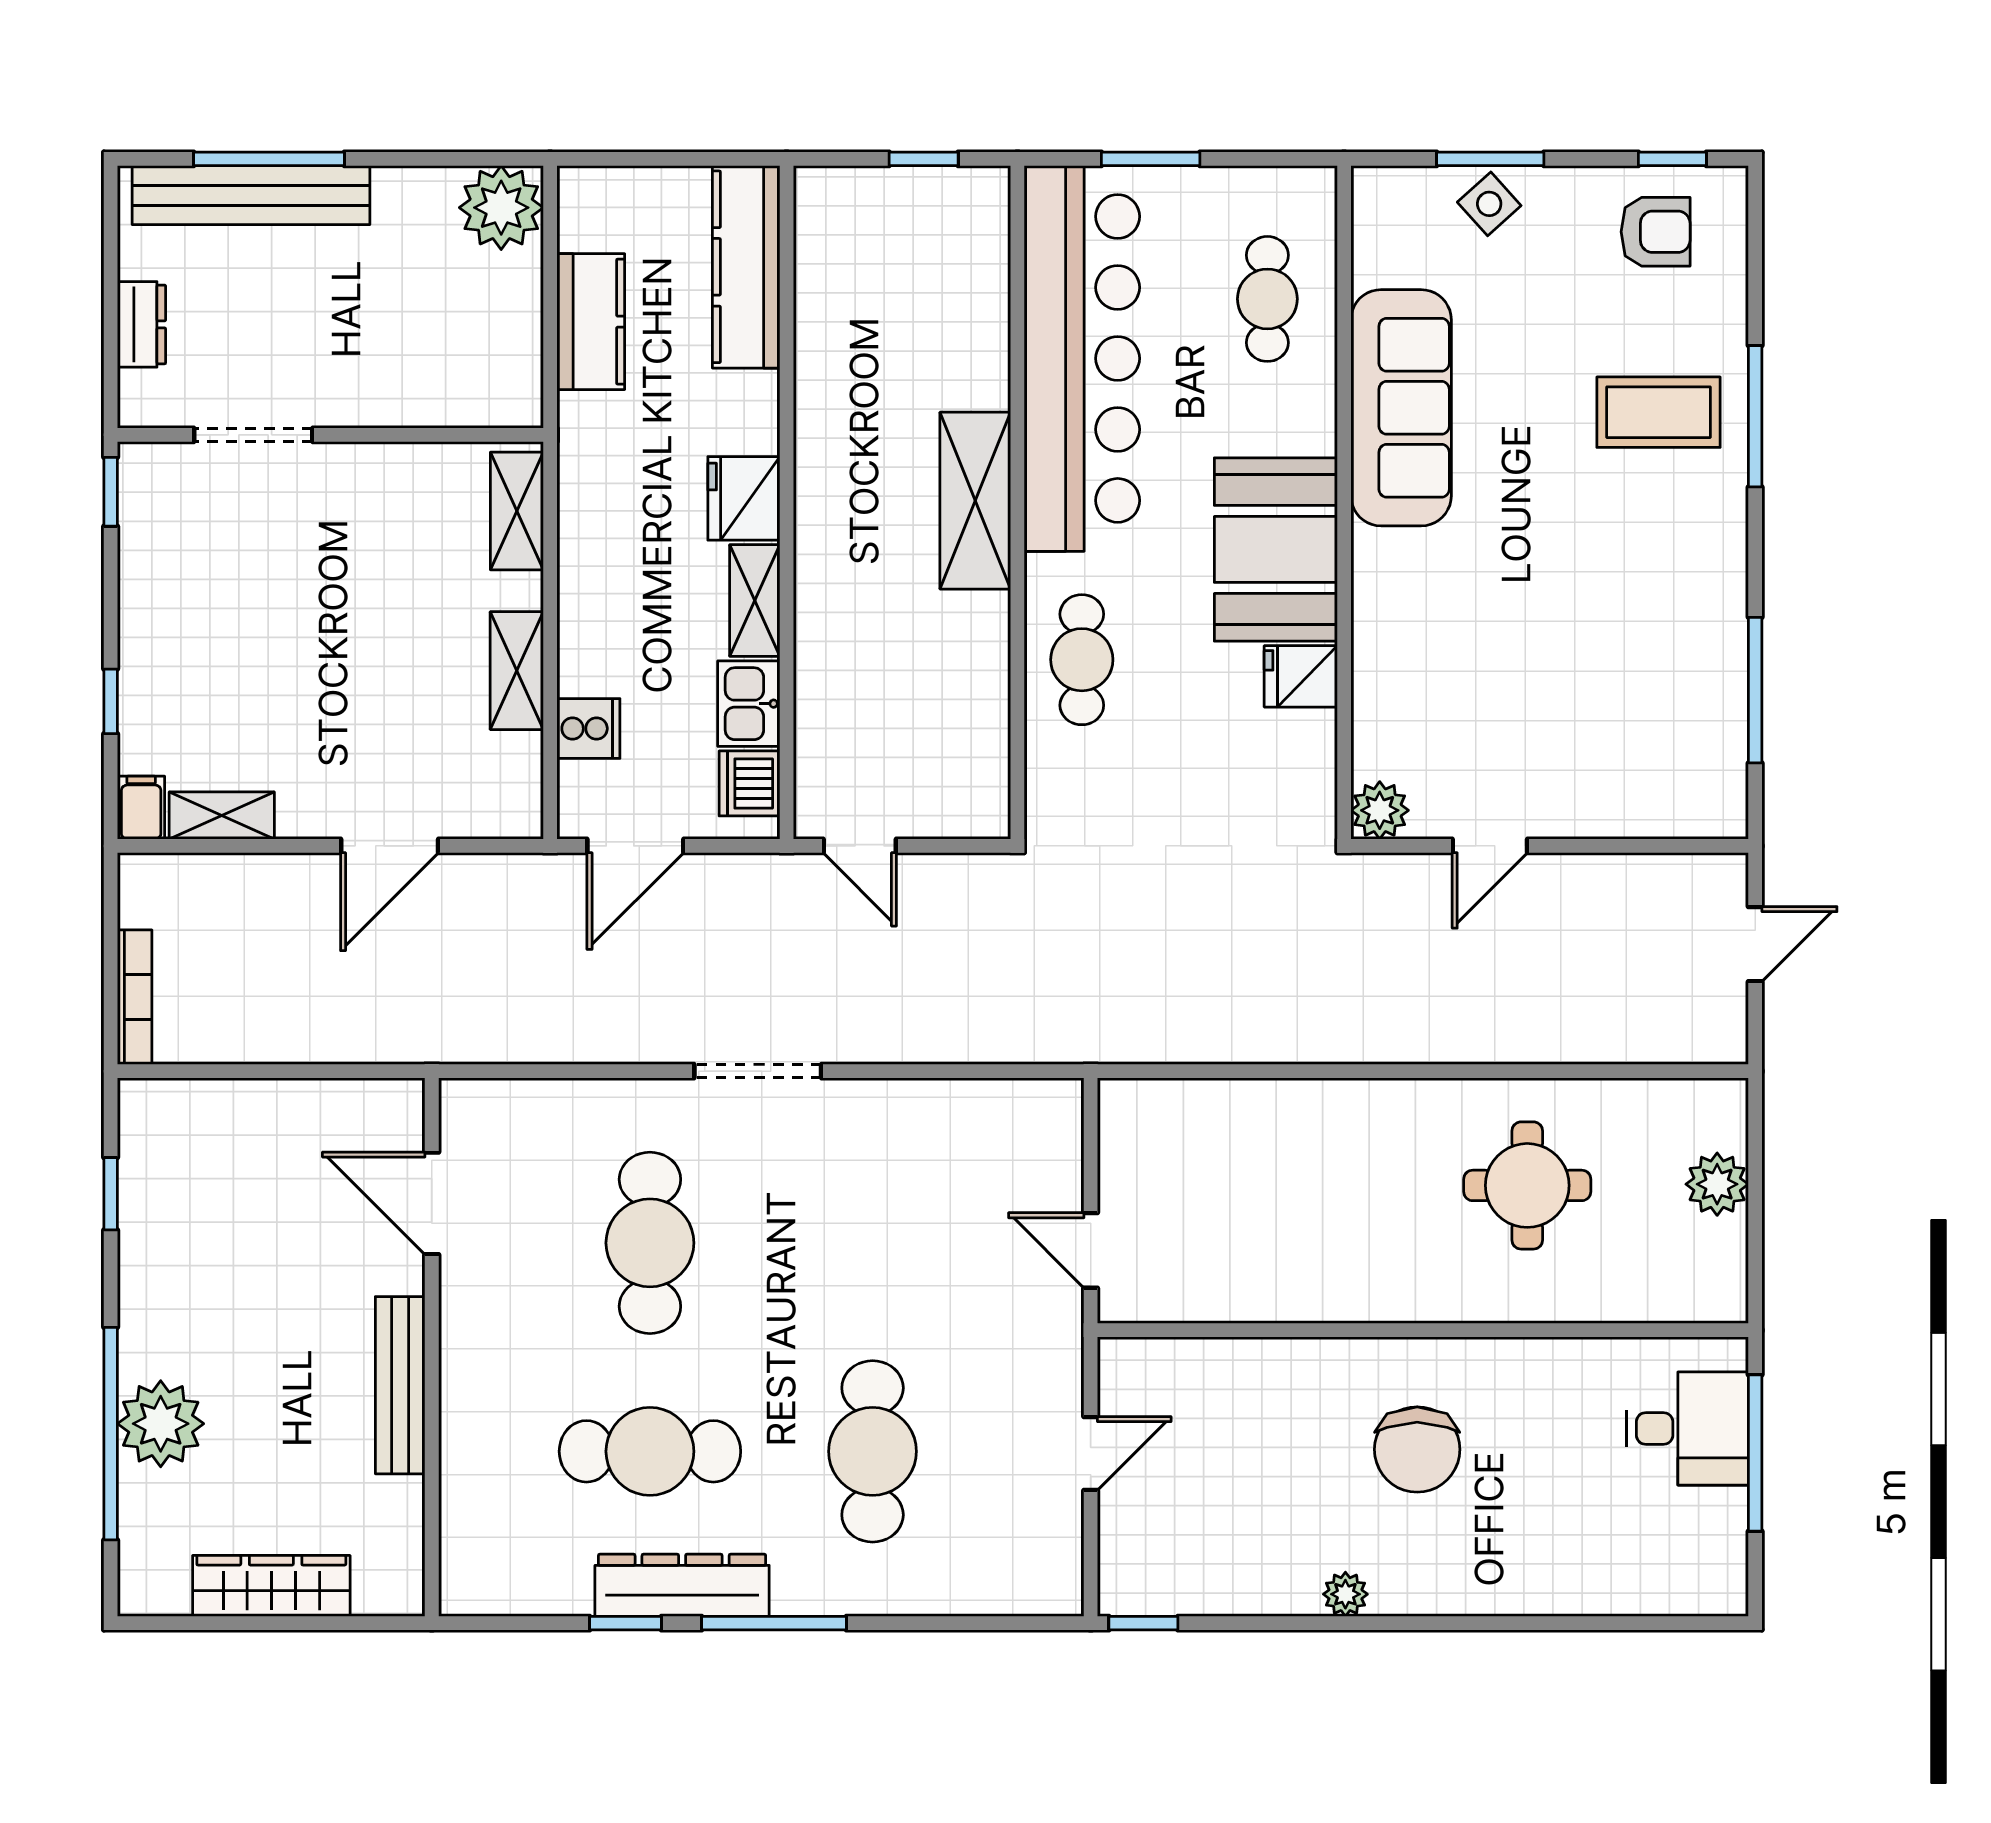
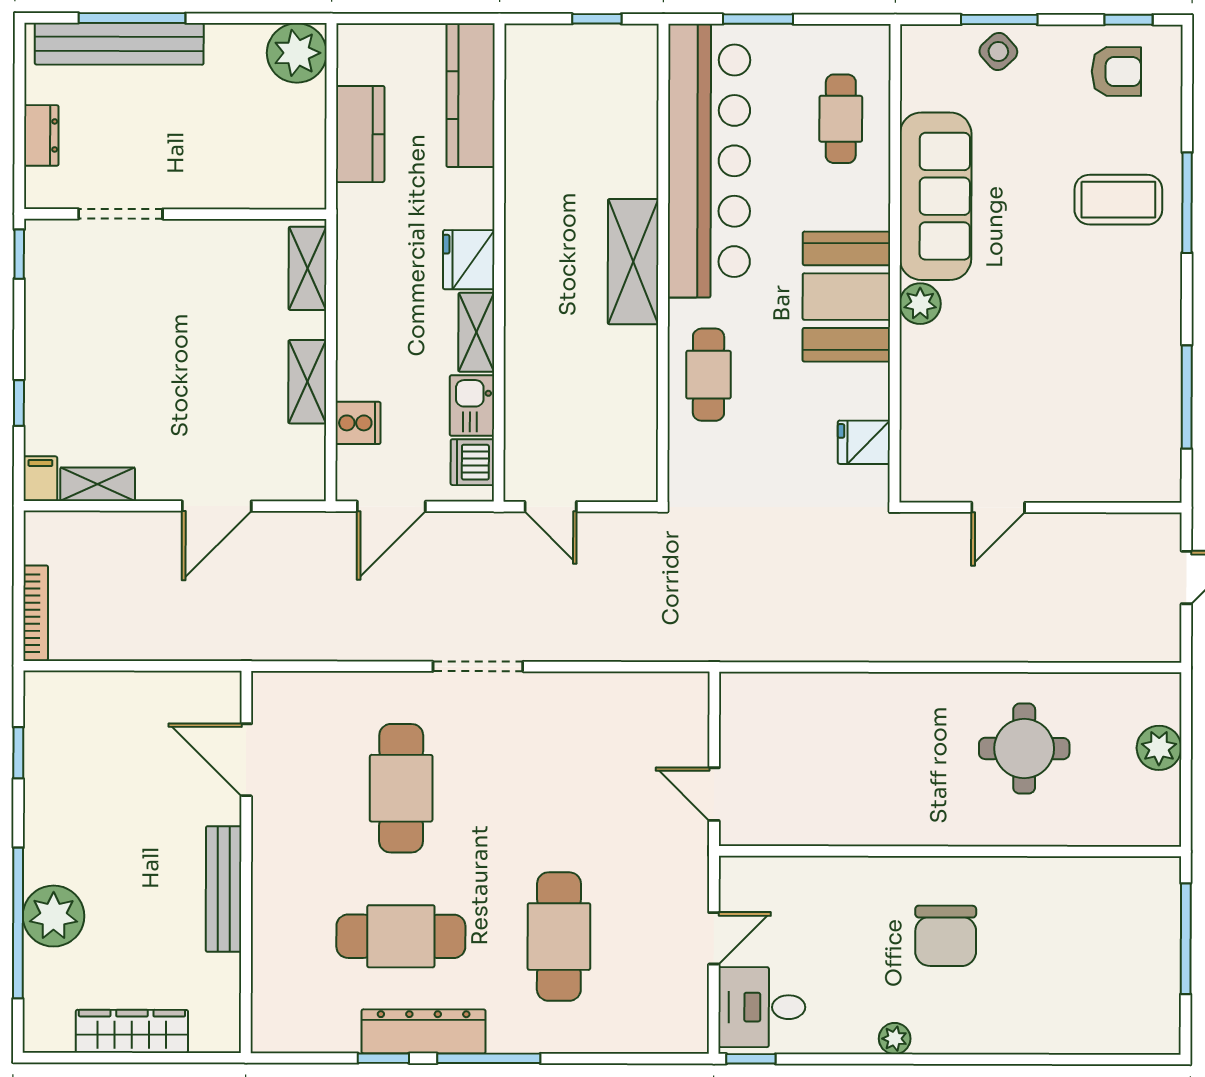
fridge: (1301, 676) -> (864, 442), moved
plant: (1380, 810) -> (920, 304), moved
desk: (1688, 1428) -> (762, 1007), moved, turned 180

